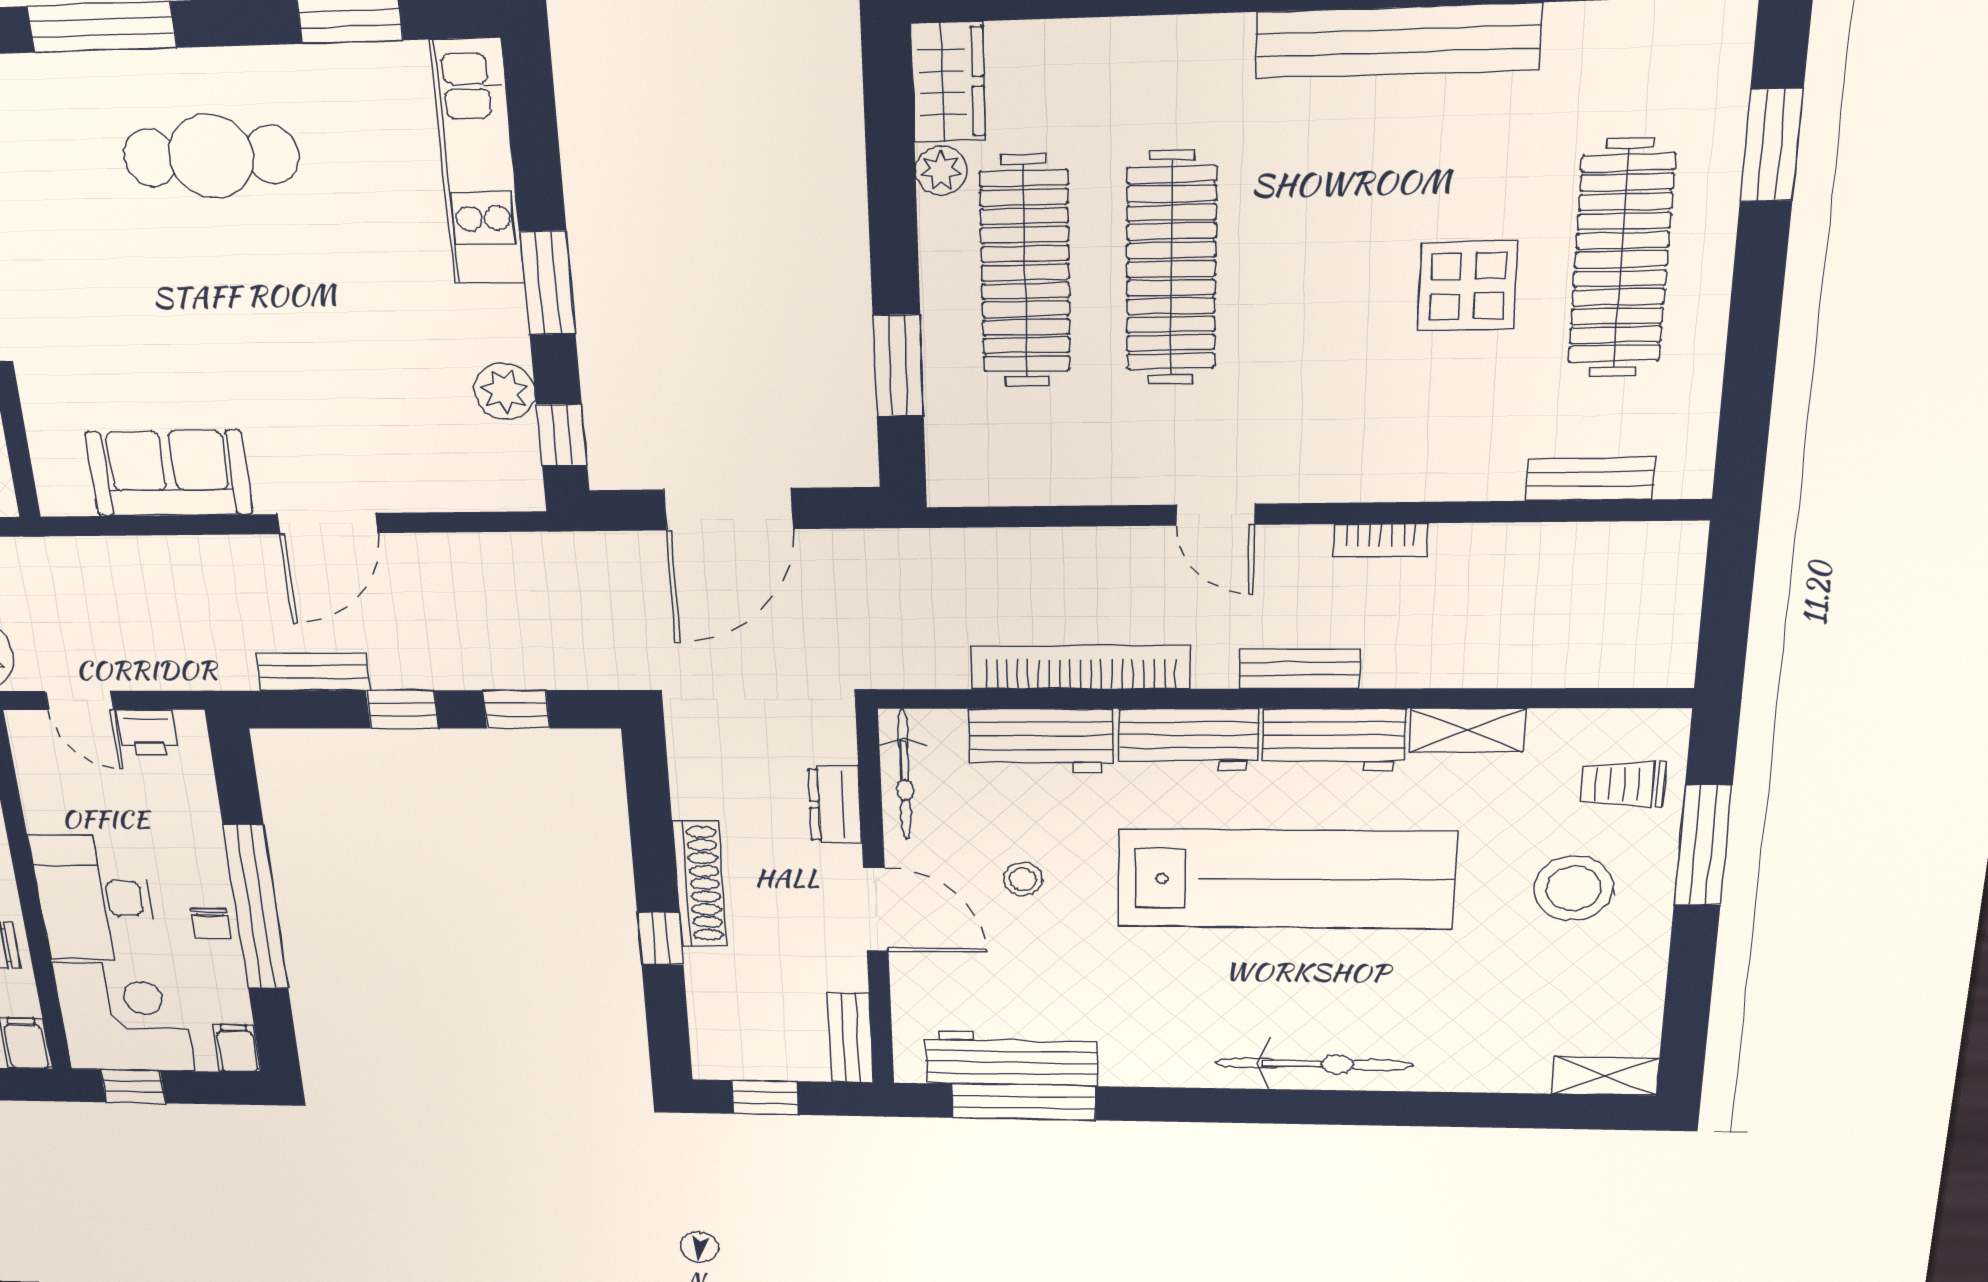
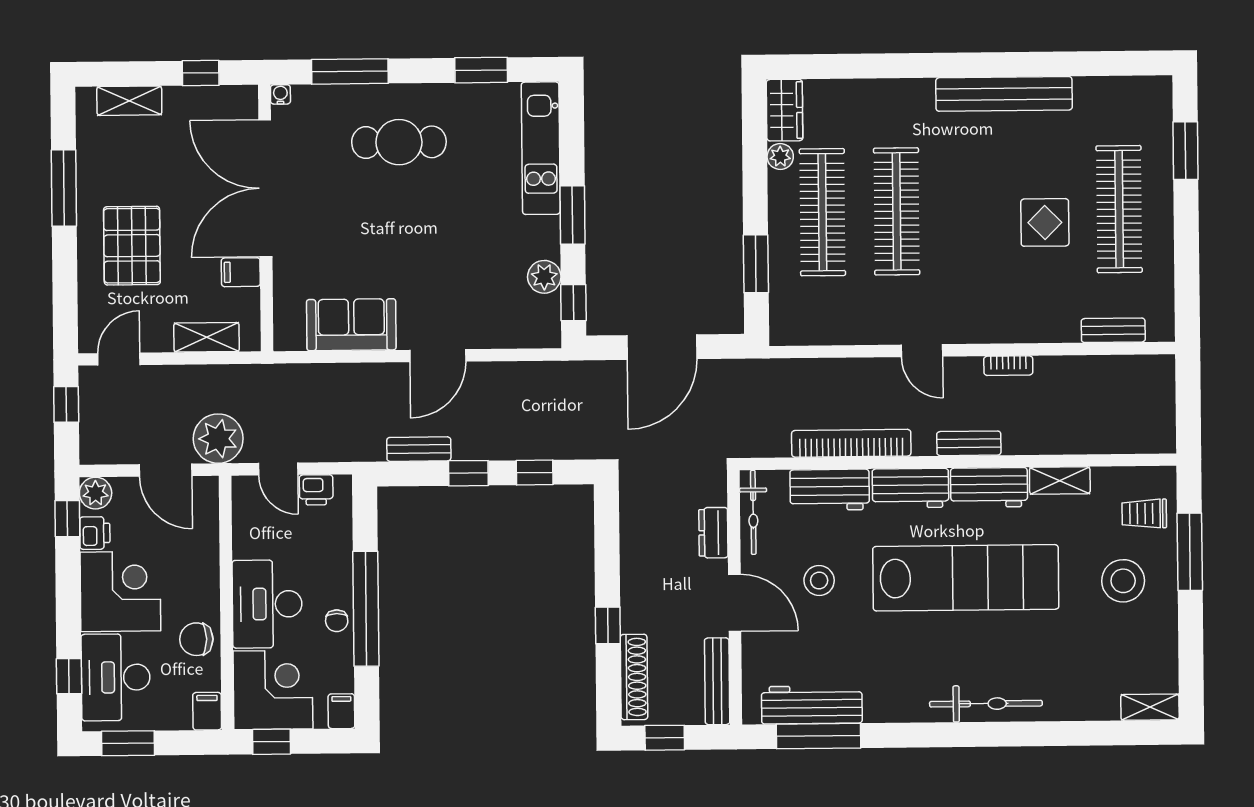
stool: (1023, 879) -> (819, 581), width x1.37, depth x1.37
shoe rack: (699, 884) -> (634, 677), moved
bench: (850, 1038) -> (717, 681), width x1.36

